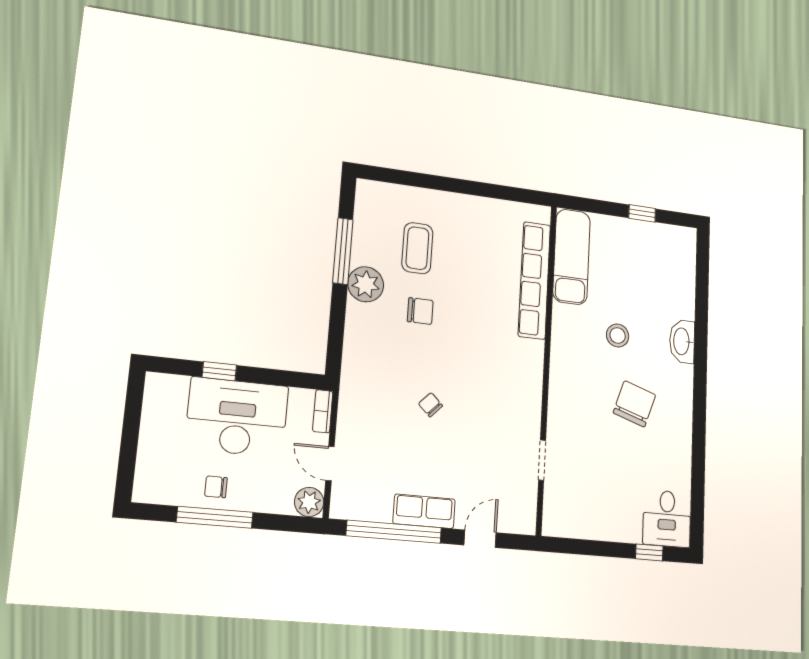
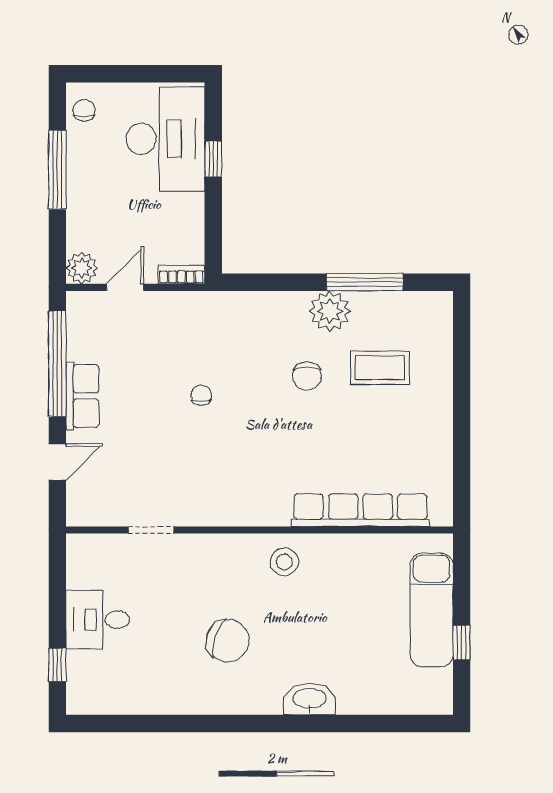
exam couch: (572, 257) -> (432, 610), moved, turned 90
stool: (618, 335) -> (284, 562), moved
chair: (430, 405) -> (201, 395), turned -44
desk: (237, 417) -> (165, 139), moved
chair: (216, 487) -> (84, 110), moved
desk: (667, 519) -> (98, 620), moved
door: (480, 539) -> (57, 462), hinge flipped

